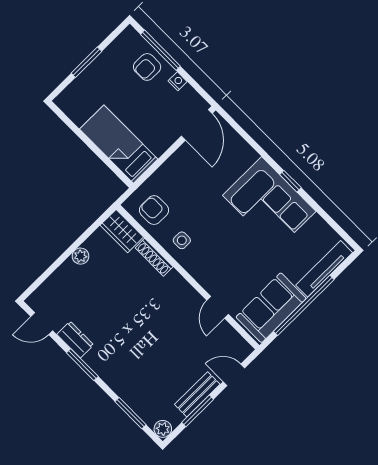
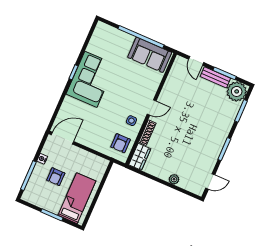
armchair: (147, 67) -> (56, 177), moved, turned 90
bed: (119, 144) -> (77, 198), moved, turned 180
plant: (81, 256) -> (174, 179), moved
tv unit: (324, 269) -> (116, 33), removed
door: (218, 307) -> (152, 108), moved
door: (42, 324) -> (210, 181), hinge flipped
dresser: (75, 340) -> (212, 159), removed
plant: (163, 429) -> (237, 91), width x1.88, depth x1.88

